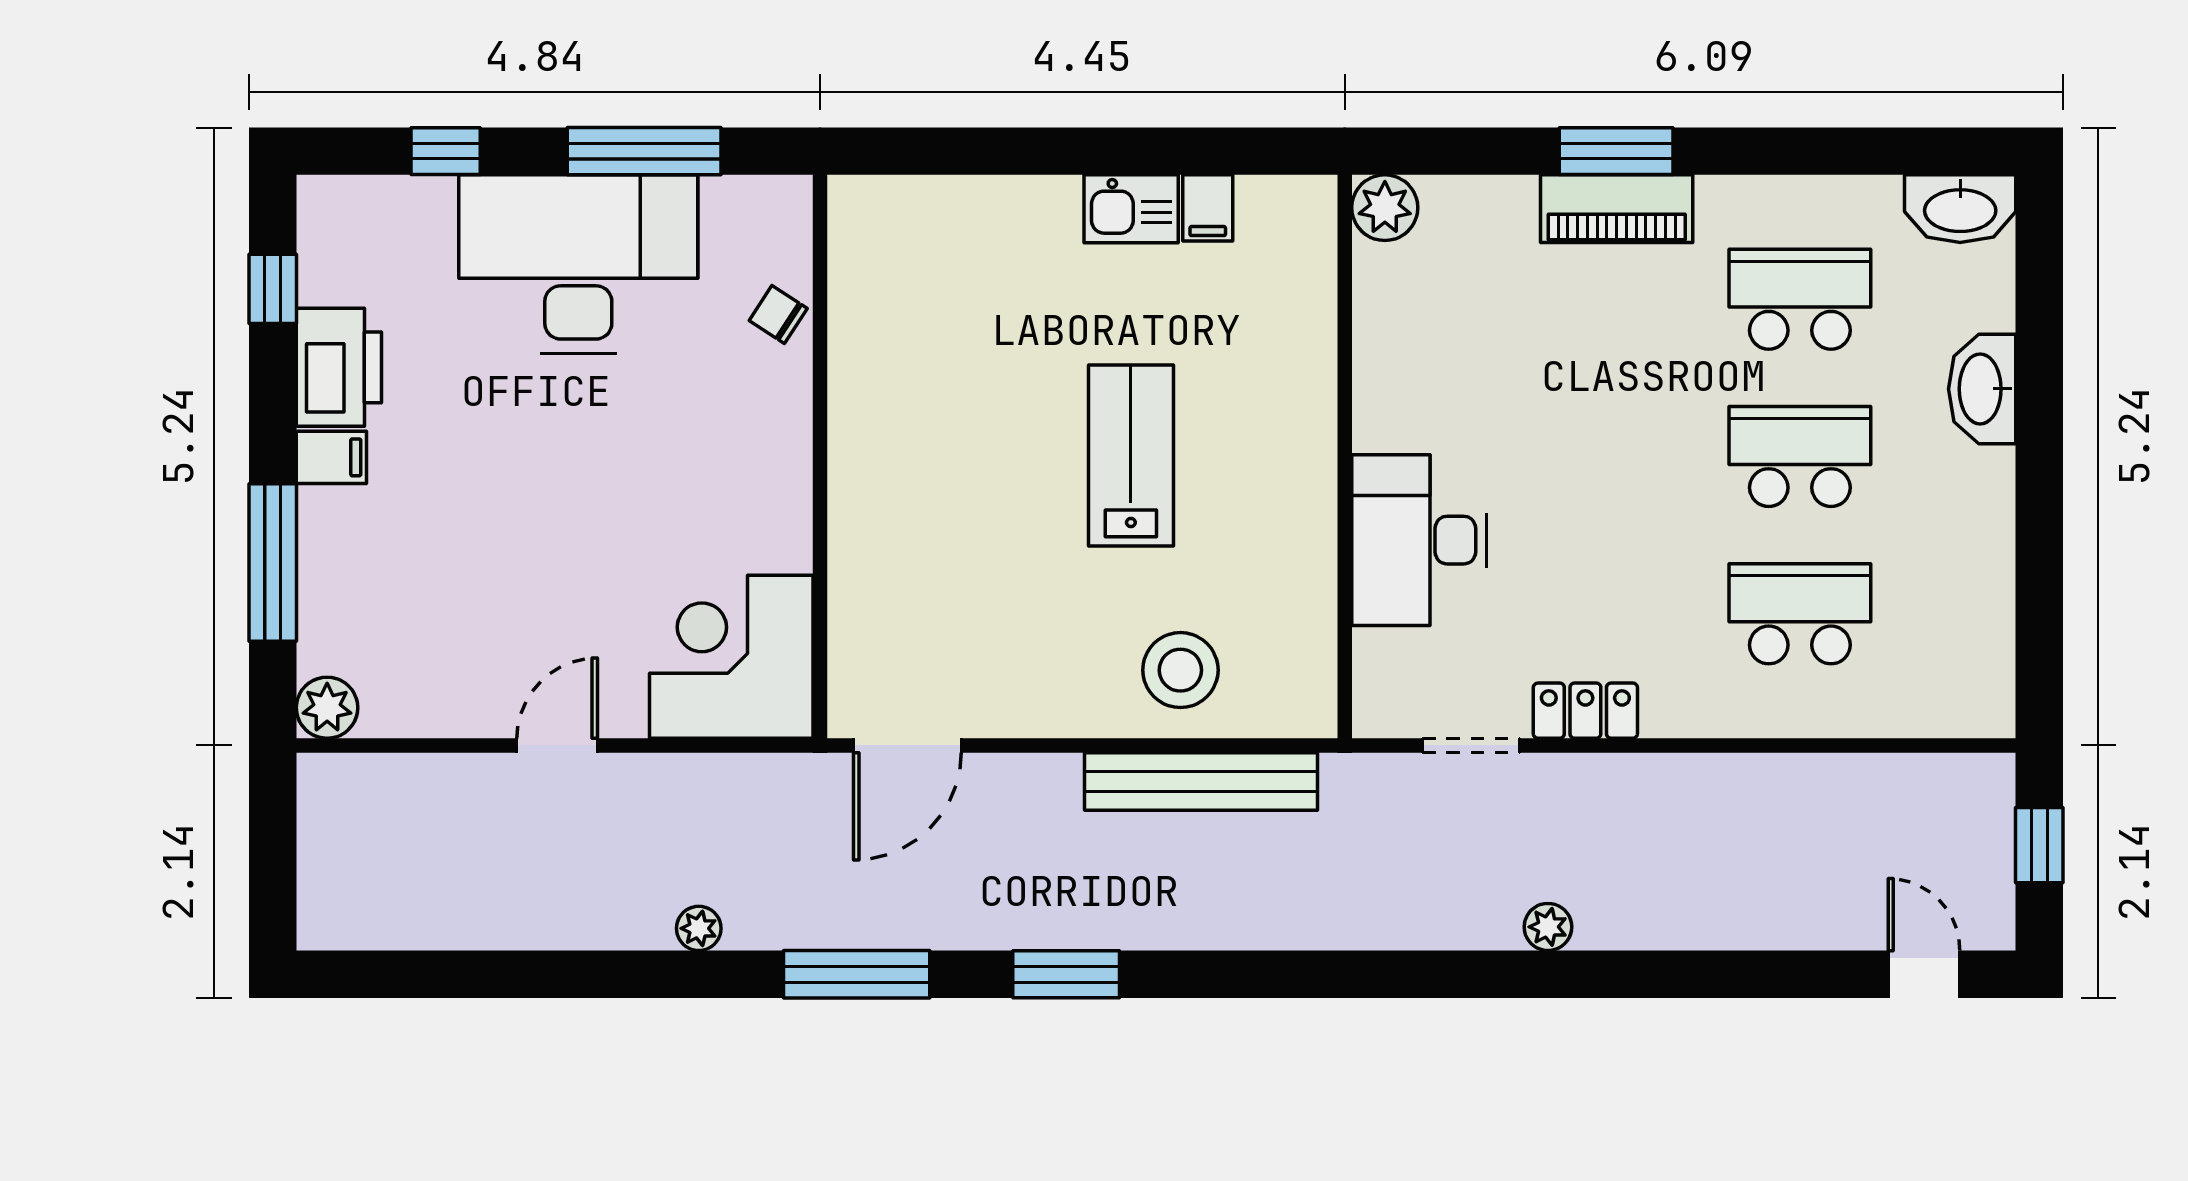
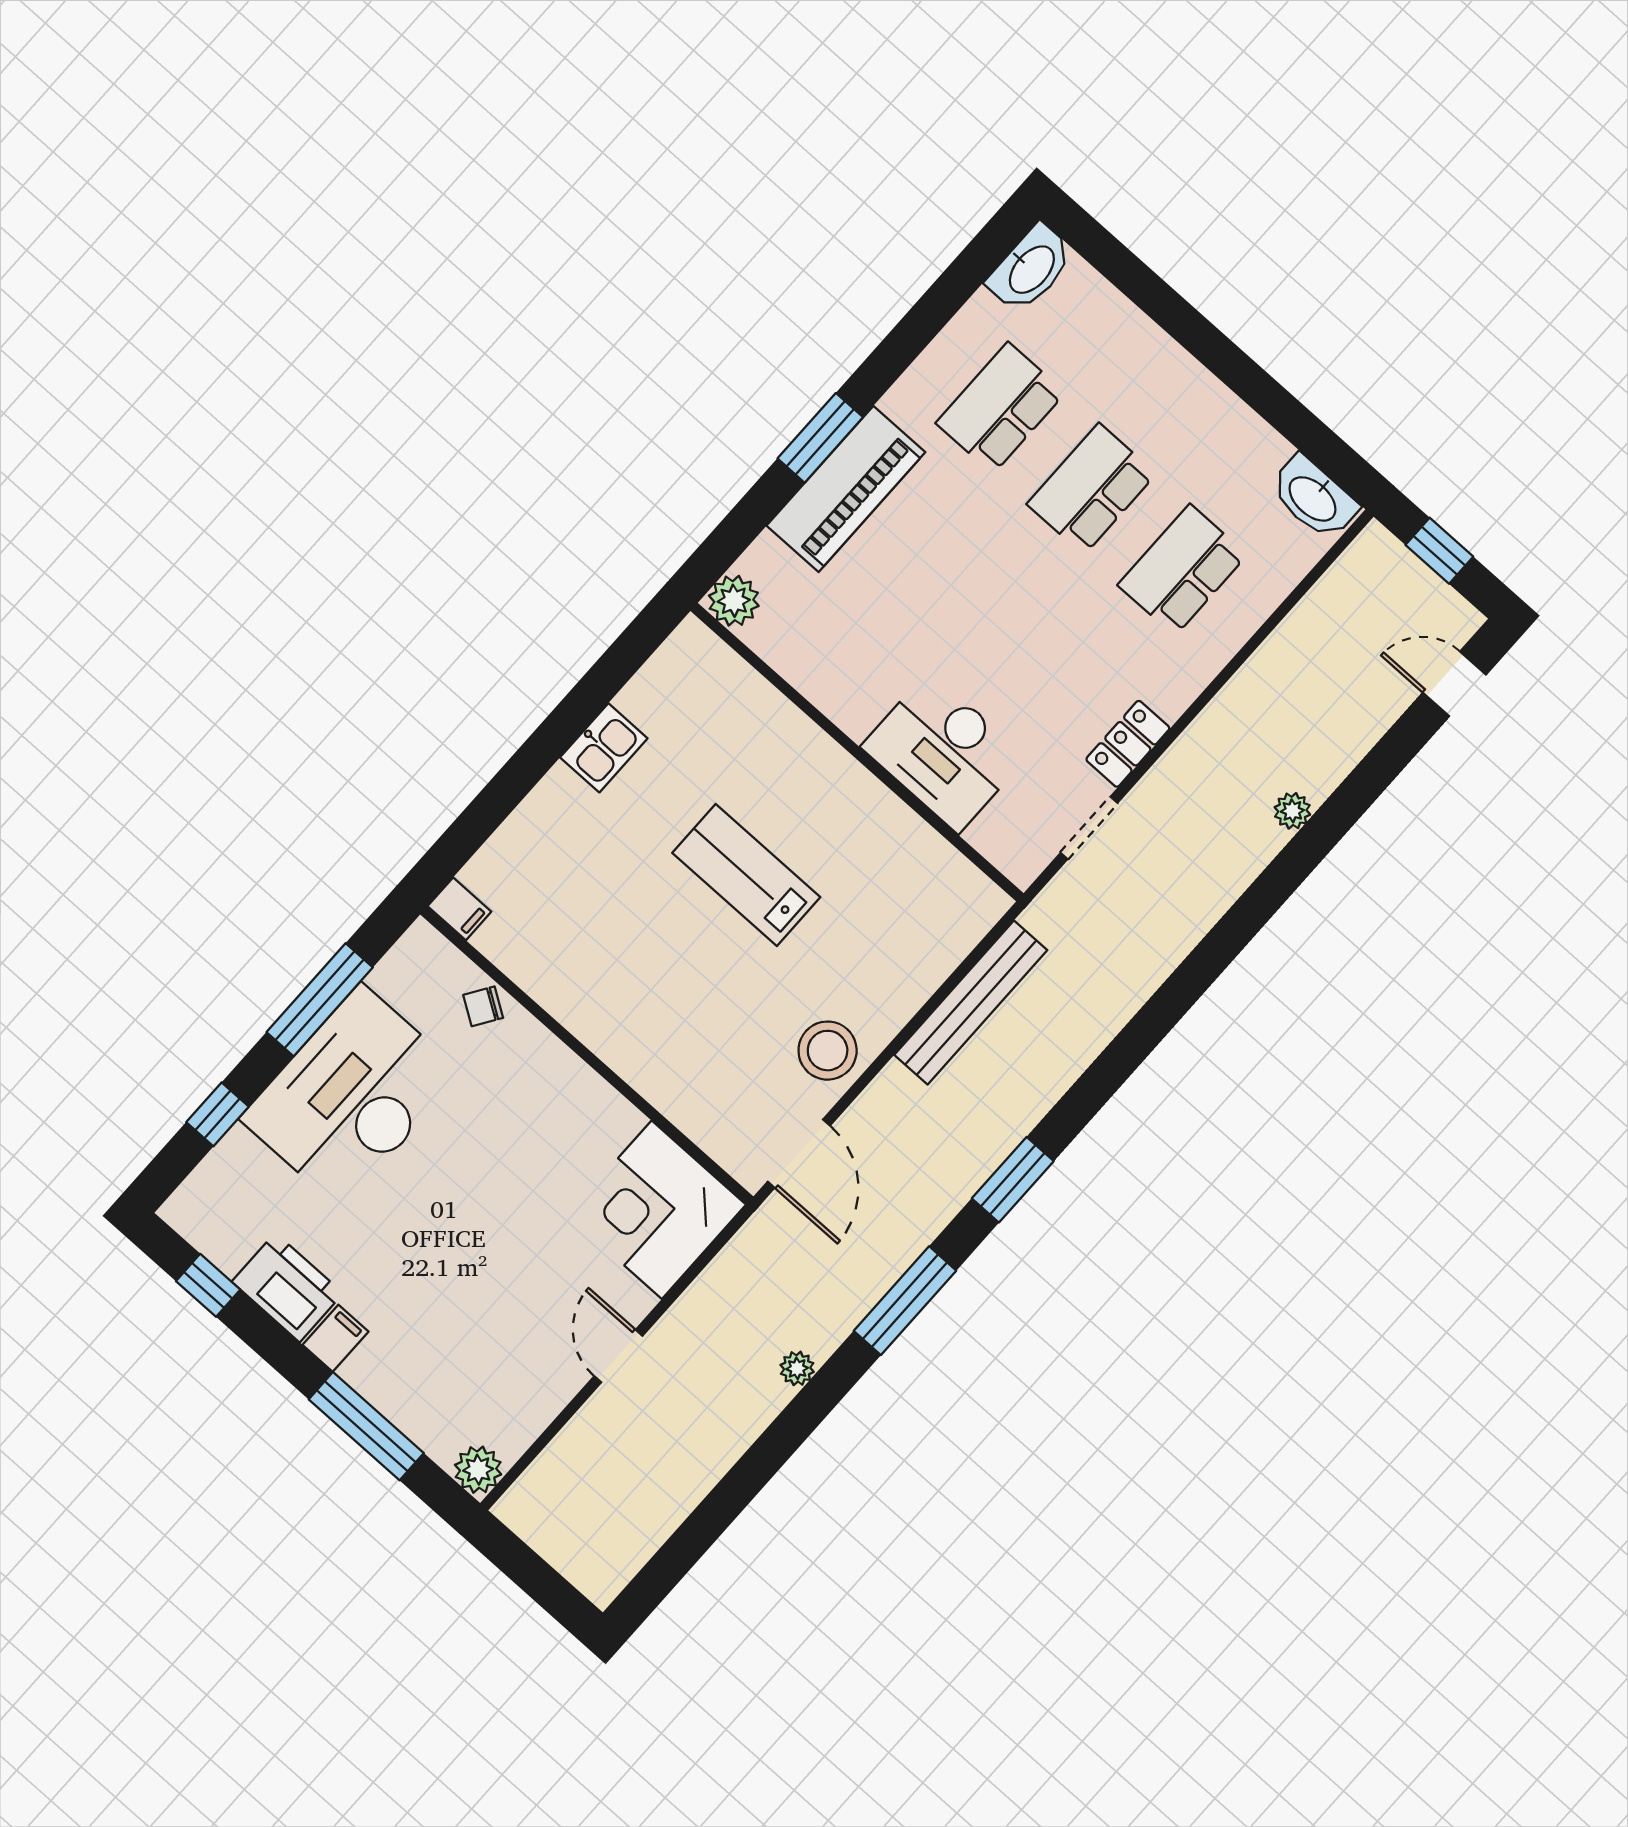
filing cabinet: (1208, 208) -> (459, 909), moved
piano: (1617, 209) -> (846, 489), width x1.37, depth x1.33
washbasin: (1982, 389) -> (1314, 498), moved
stool: (1180, 670) -> (828, 1051), moved
plant: (1548, 927) -> (1292, 811), moved

